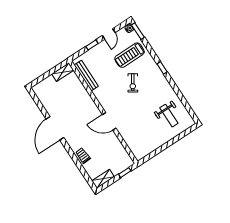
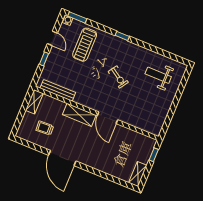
exercise bike: (133, 83) -> (118, 77), moved
shelving: (90, 105) -> (79, 115), added
weight bench: (169, 116) -> (158, 75), turned 180
door: (109, 121) -> (107, 118), hinge flipped
trolley: (83, 156) -> (45, 128), moved

